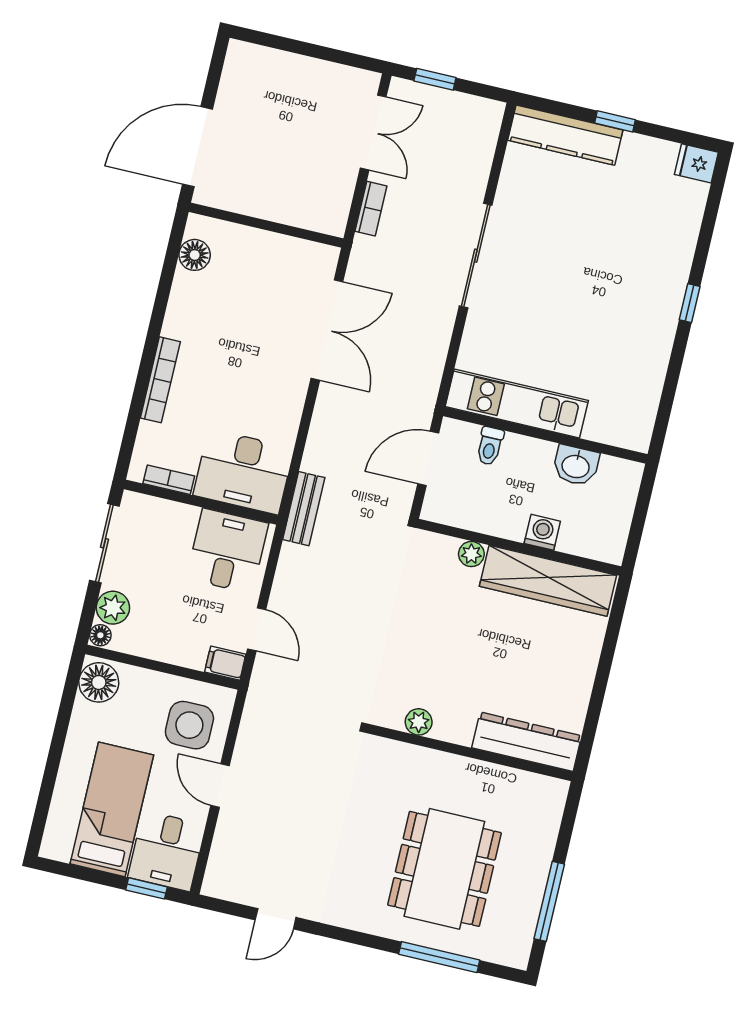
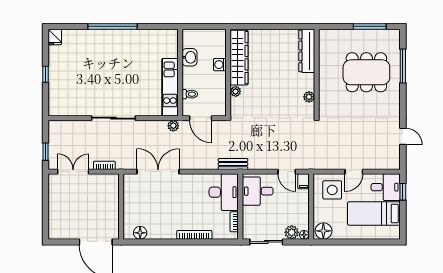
kitchen counter: (565, 135) -> (56, 93), removed
window: (690, 303) -> (112, 26), width x3.17
plant: (425, 391) -> (173, 126), added
door: (257, 629) -> (287, 172), swing flipped

